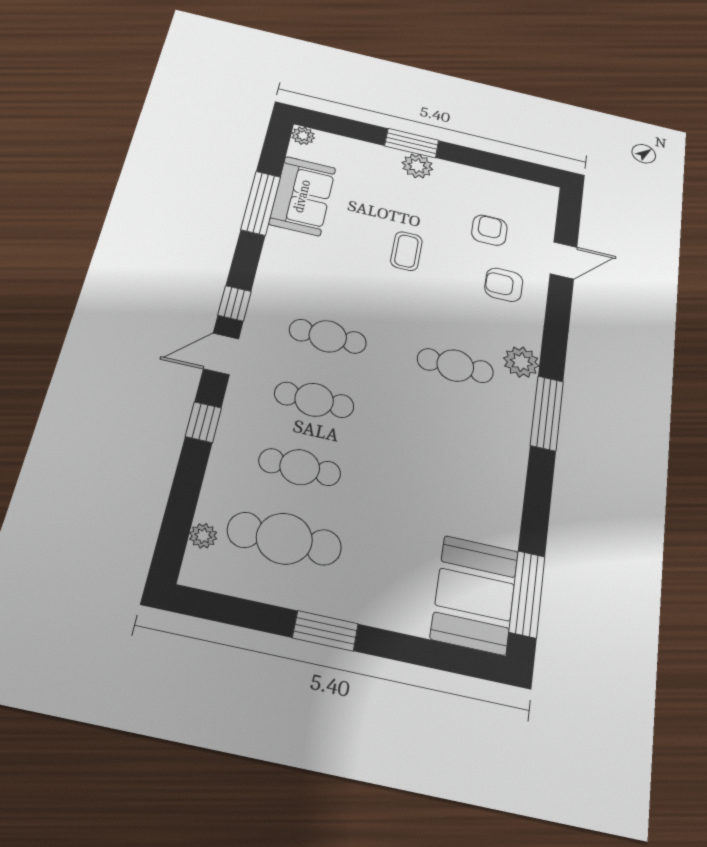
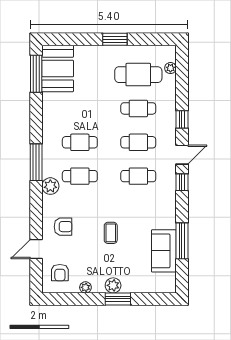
plant: (303, 136) -> (85, 287), moved
armchair: (489, 230) -> (60, 273), moved
cafe table: (445, 430) -> (80, 142), added

